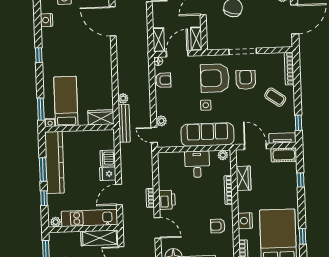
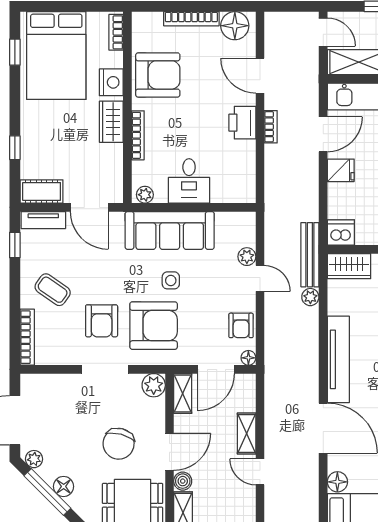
shelving: (159, 40) -> (247, 434), moved
plant: (214, 43) -> (154, 385), added
tv unit: (105, 62) -> (338, 359), added
armchair: (163, 80) -> (241, 325), turned -90
door: (154, 135) -> (260, 278), moved
dishwasher: (108, 158) -> (341, 233), moved, turned -90
wardrobe: (244, 178) -> (111, 122), moved
armchair: (218, 226) -> (158, 75), width x1.88, depth x1.88

